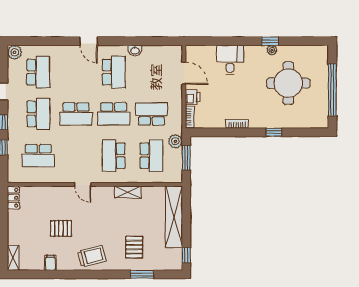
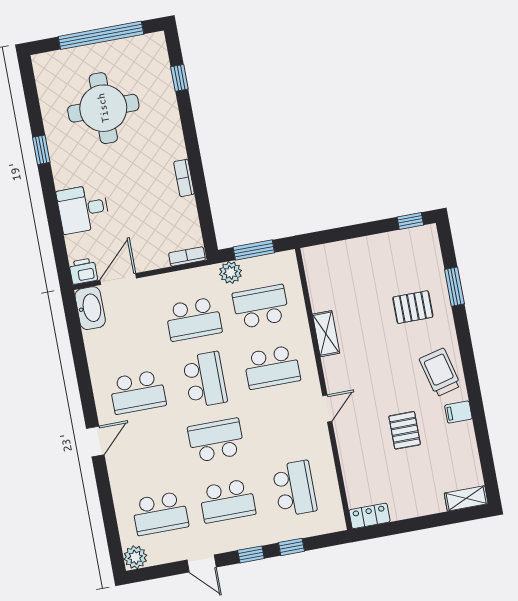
plant: (272, 50) -> (55, 144), removed
washbasin: (135, 51) -> (90, 308), moved, width x1.91, depth x1.45
school desk: (38, 72) -> (160, 513), turned 180
school desk: (114, 72) -> (138, 392), turned 180
printer: (192, 97) -> (83, 271), moved
school desk: (38, 114) -> (227, 501), turned 180
school desk: (76, 114) -> (216, 440), turned -90
school desk: (151, 114) -> (194, 319), turned -90
window: (274, 132) -> (179, 78), moved
shelving: (174, 217) -> (352, 252), removed
filing cabinet: (50, 263) -> (458, 412), moved

